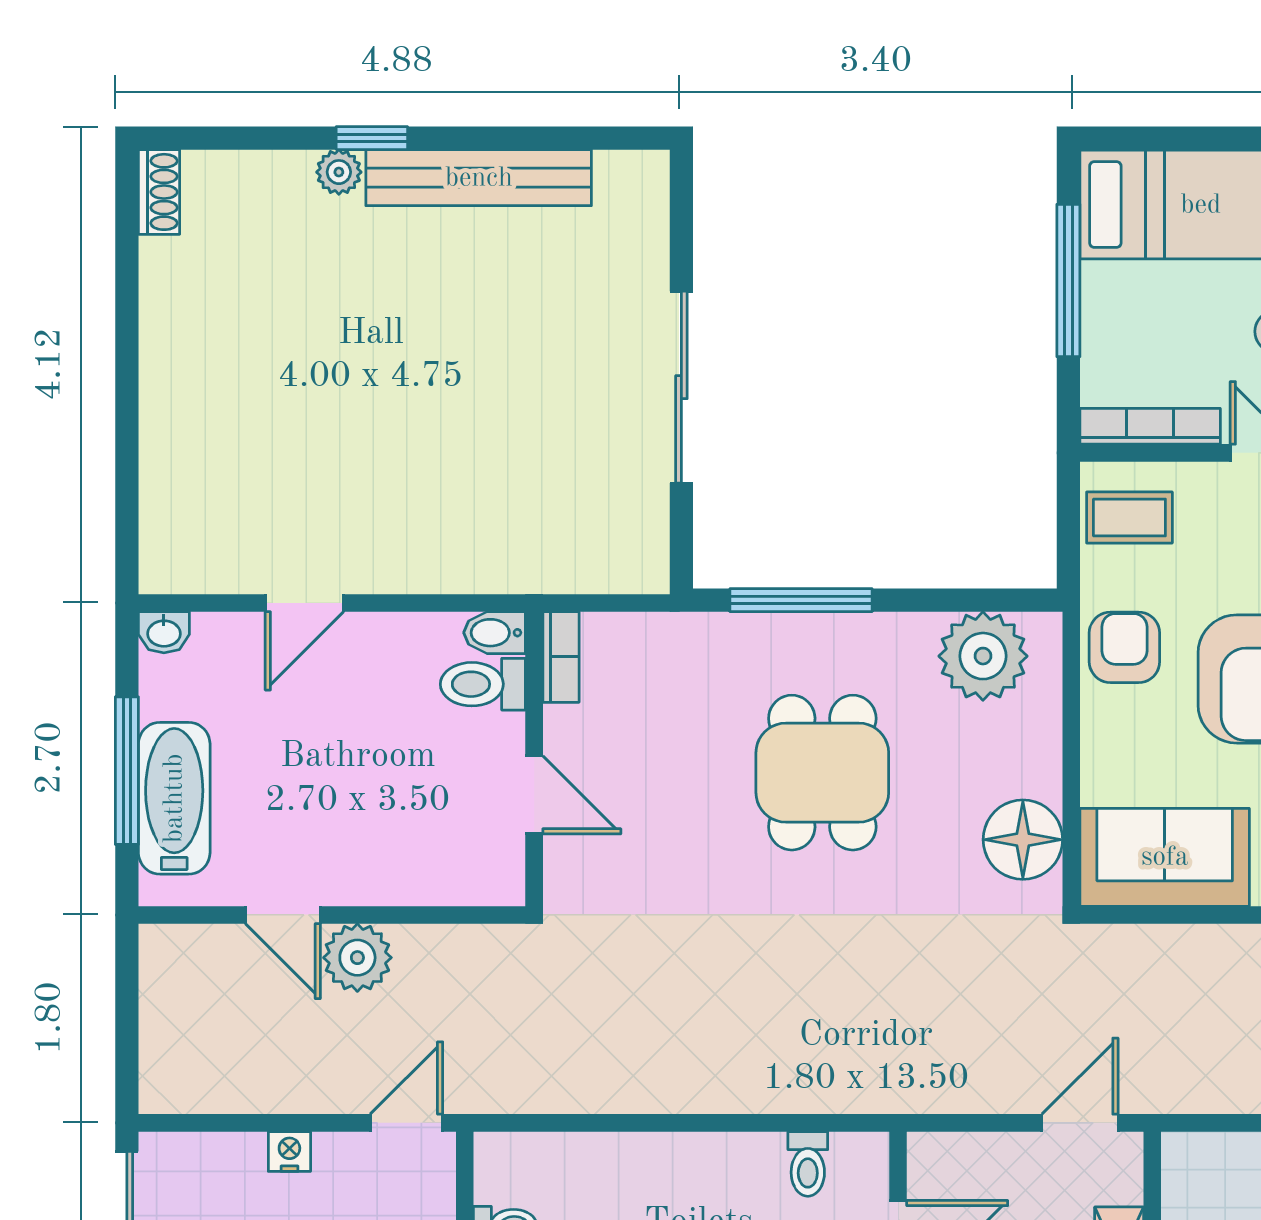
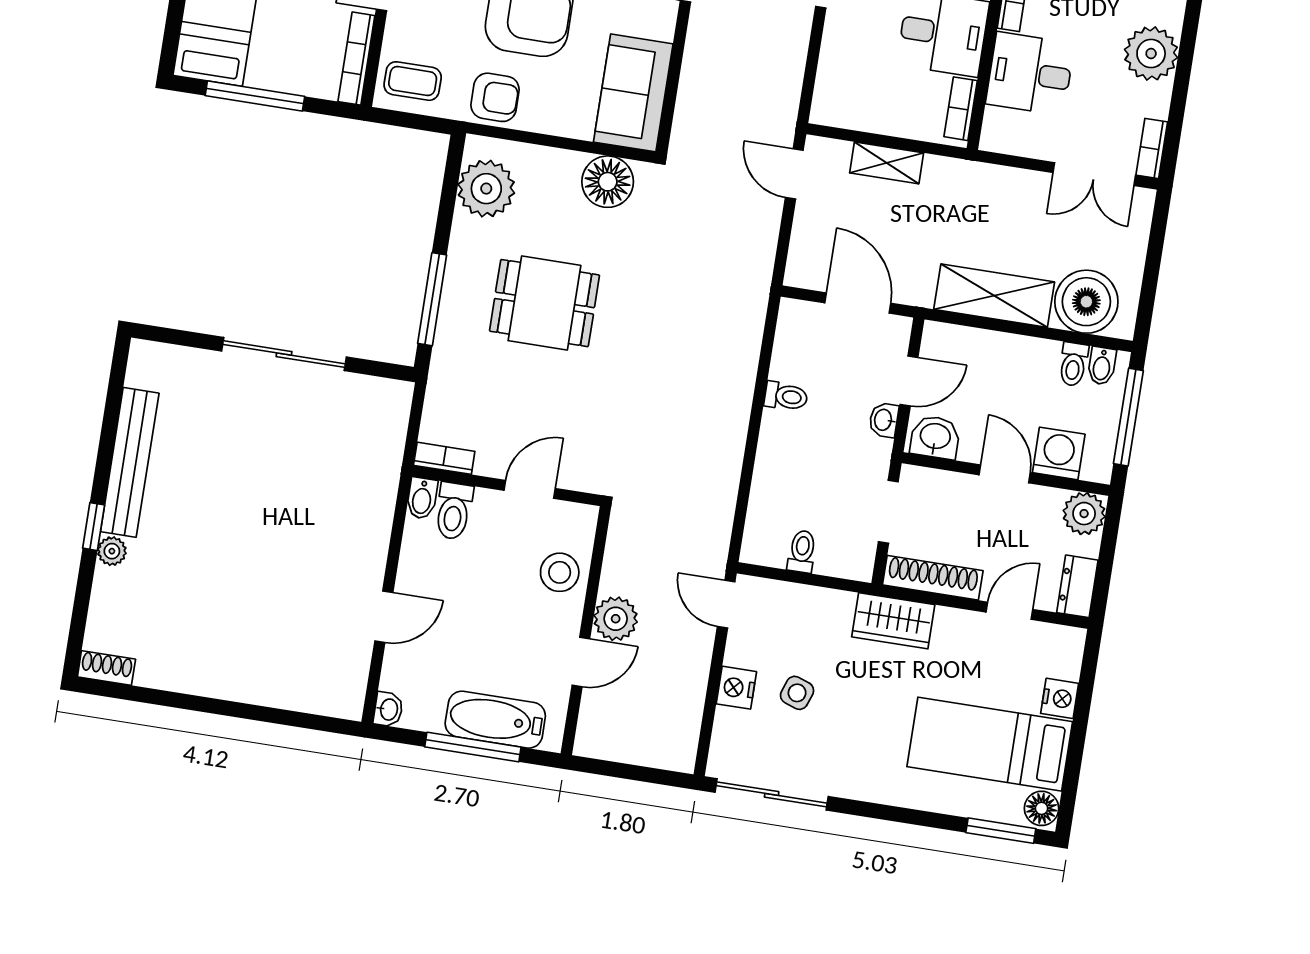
coffee table: (1129, 518) -> (413, 81), turned 90
door: (304, 603) -> (384, 617), hinge flipped
armchair: (1124, 647) -> (495, 97), turned 180
stool: (415, 861) -> (560, 572), added
nightstand: (289, 1152) -> (736, 688), width x1.39, depth x1.35
toilet: (808, 1164) -> (786, 396), moved

